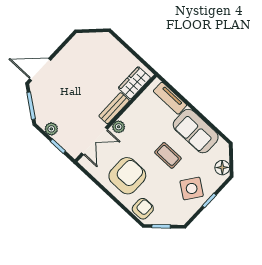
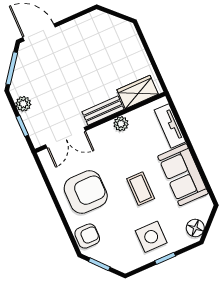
plant: (119, 127) -> (121, 124), moved
side table: (192, 188) -> (151, 237), turned -36

